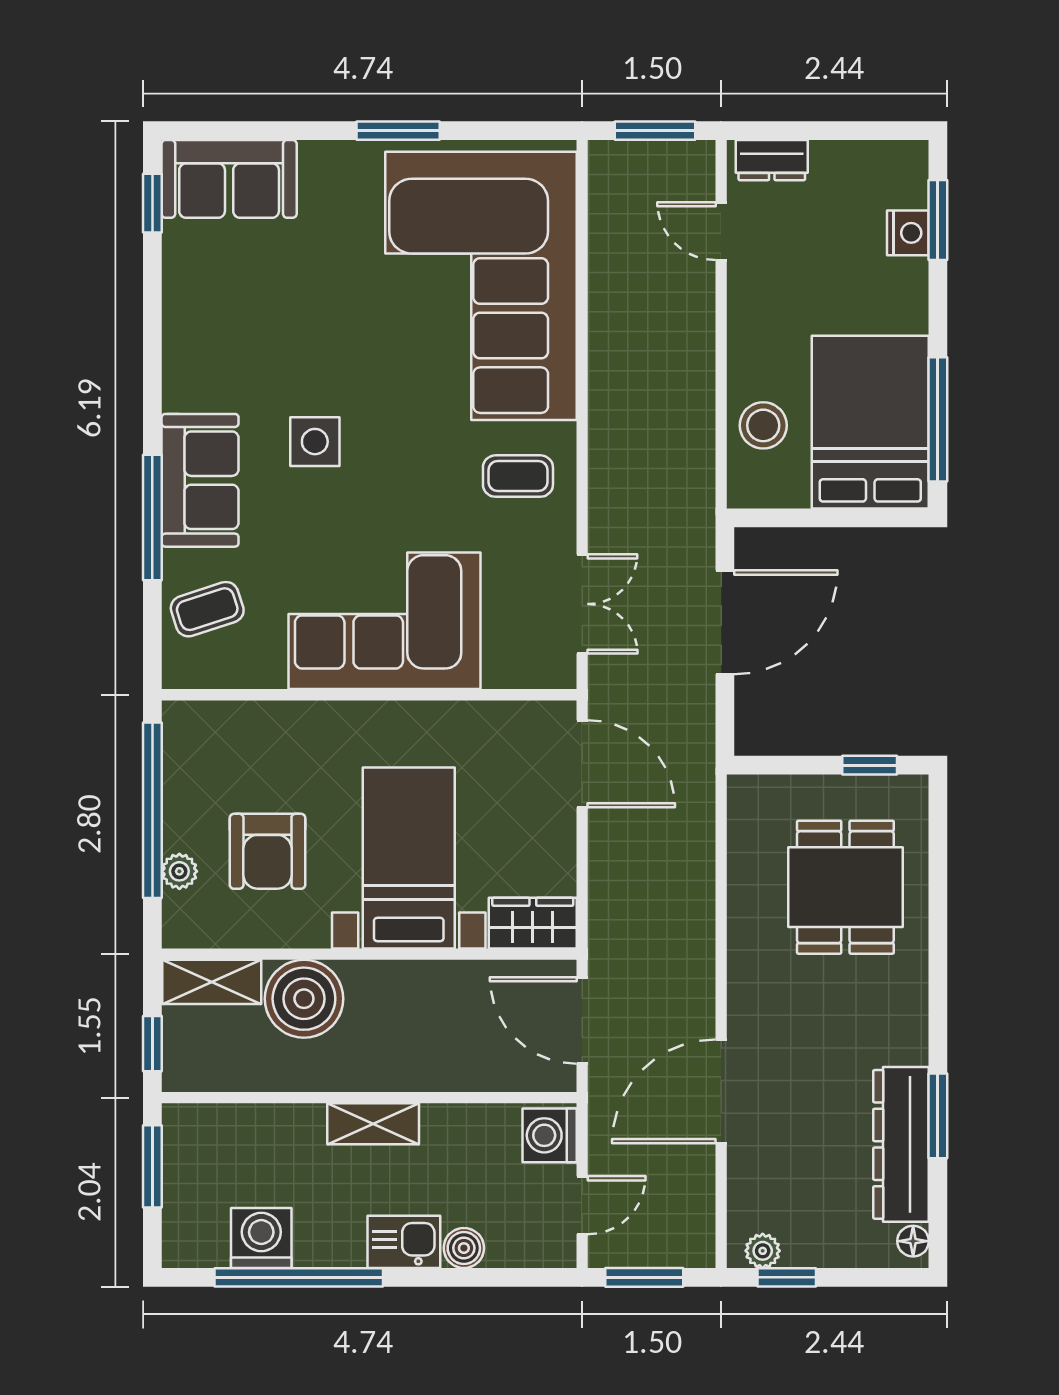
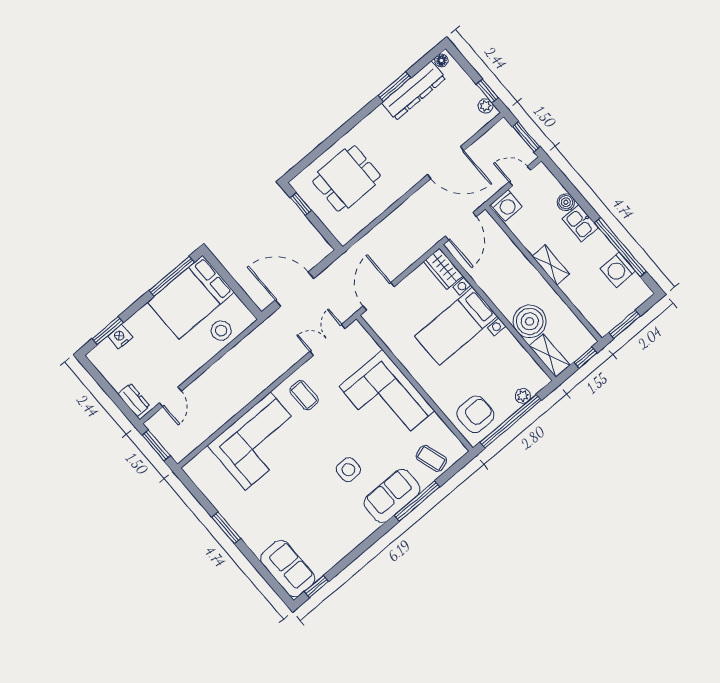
corner sofa: (481, 286) -> (258, 441), width x0.73, depth x0.74
armchair: (267, 851) -> (475, 414), moved

